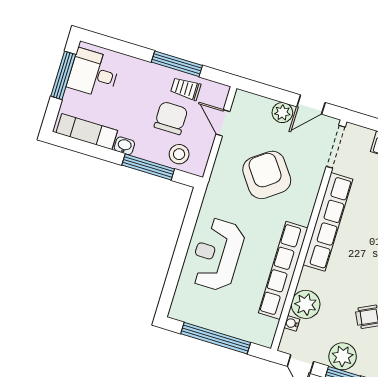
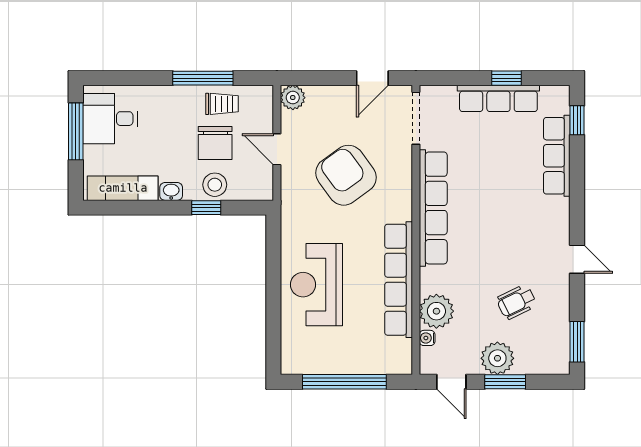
trolley: (186, 89) -> (222, 104), turned 180
plant: (282, 113) -> (293, 98), moved
chair: (171, 118) -> (215, 143), turned 180
door: (223, 123) -> (277, 149), moved
stool: (179, 154) -> (215, 185), moved
window: (148, 167) -> (206, 208), width x0.46

